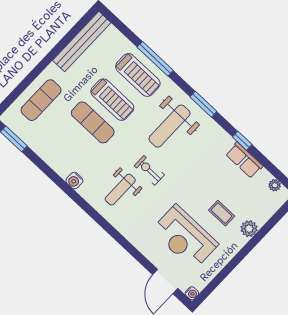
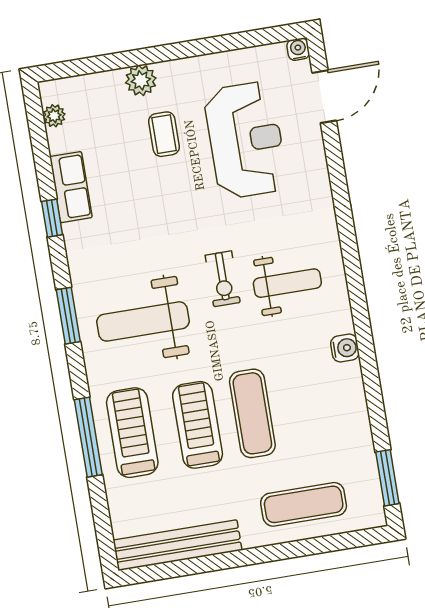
weight bench: (169, 126) -> (143, 321), turned 180

